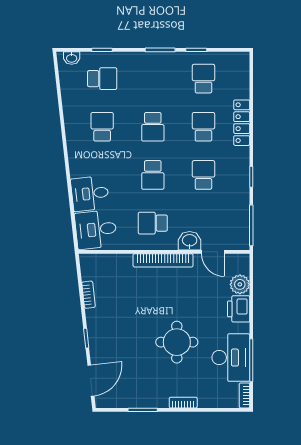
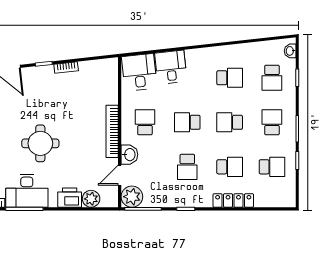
school desk: (153, 79) -> (272, 122), added
school desk: (203, 175) -> (187, 167), turned 90
plant: (237, 238) -> (132, 197), added
bookcase: (88, 295) -> (66, 68), moved

